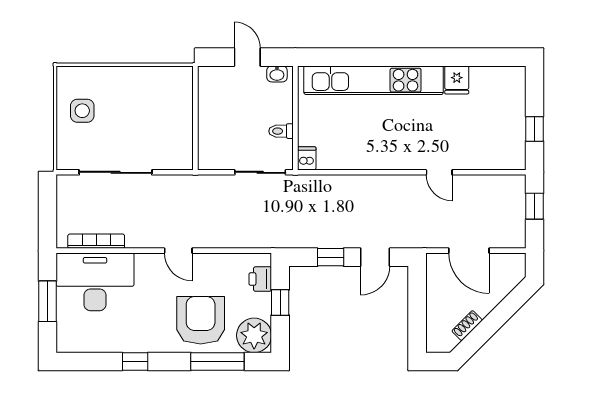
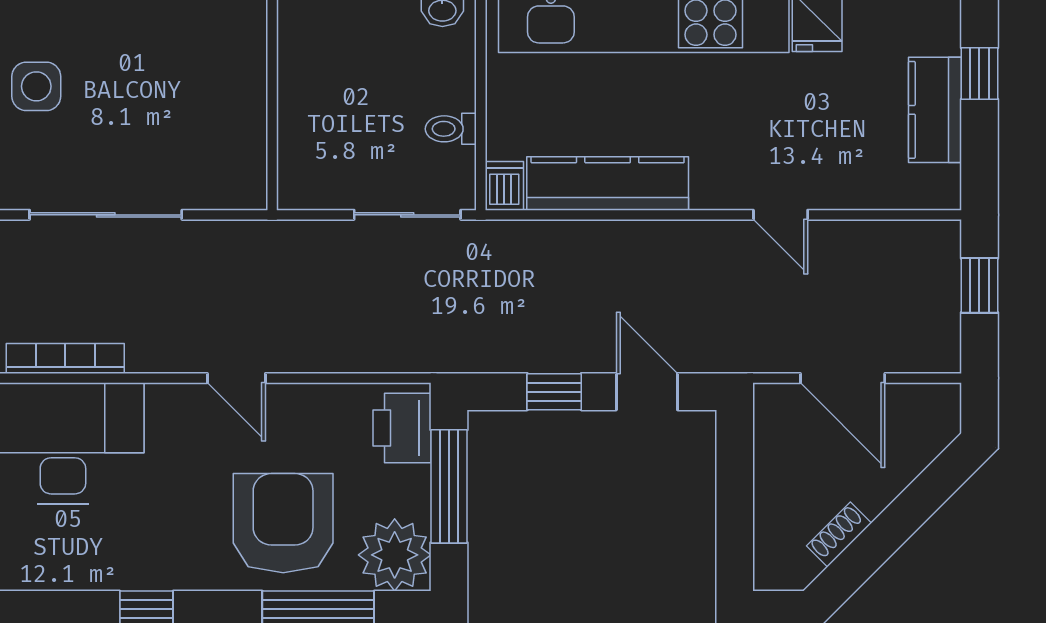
kitchen counter: (513, 122) -> (935, 110), added
window: (535, 129) -> (979, 74), moved
kitchen counter: (356, 157) -> (608, 183), added
door: (375, 257) -> (647, 392), swing flipped
printer: (260, 279) -> (402, 428), width x1.36, depth x1.24
window: (280, 303) -> (449, 486), width x2.17

